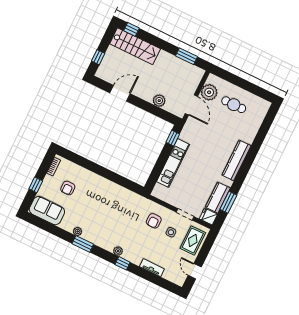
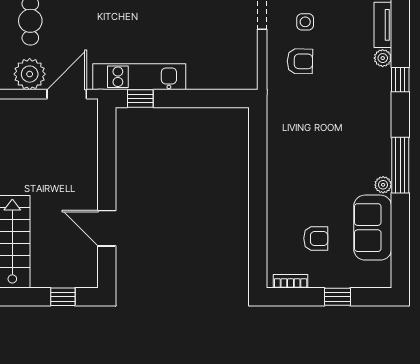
plant: (159, 101) -> (86, 154), removed
kitchen unit: (173, 163) -> (139, 77), moved
sofa: (47, 211) -> (373, 228), moved
window: (83, 244) -> (400, 165), width x1.44
plant: (118, 251) -> (383, 58), moved

